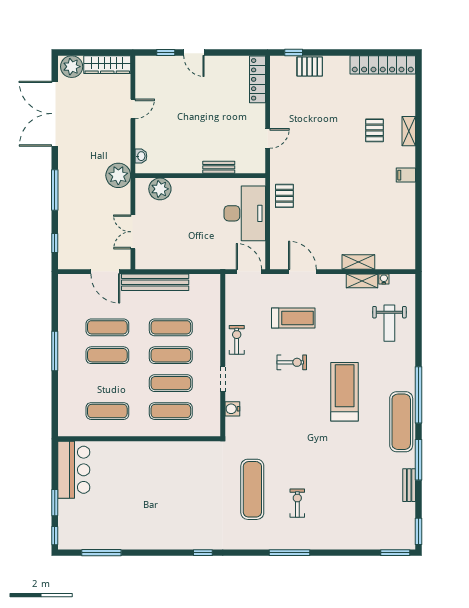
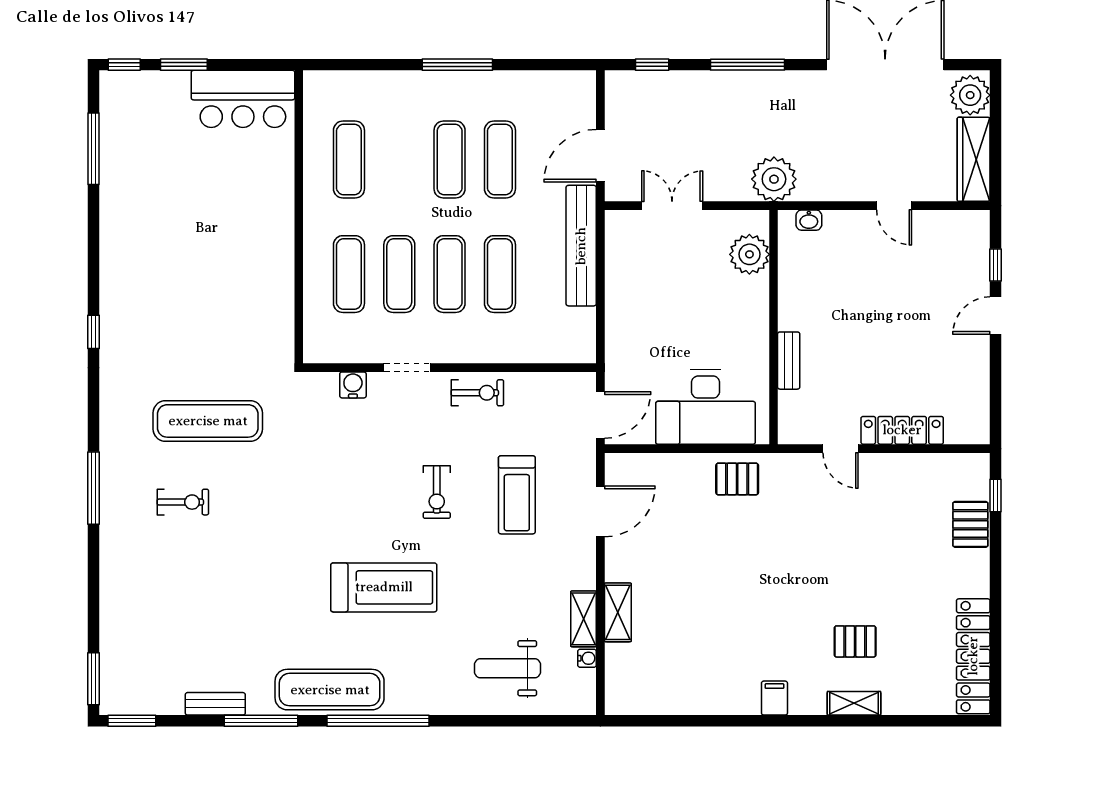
locker: (258, 79) -> (902, 430), moved

